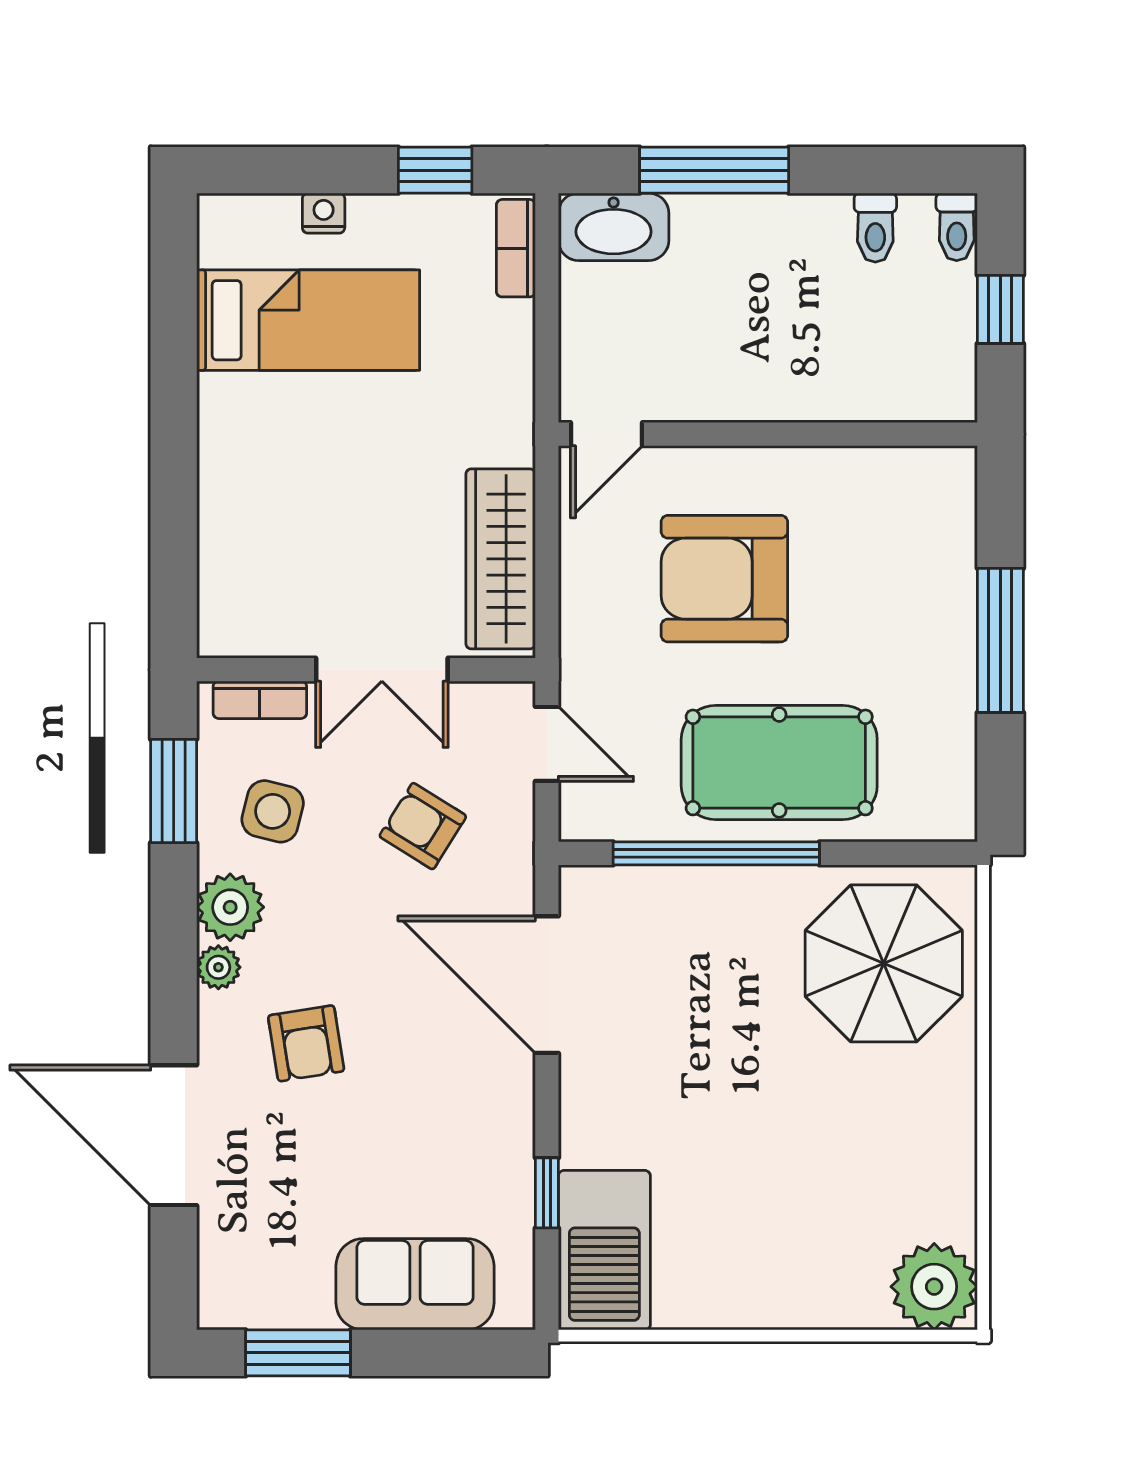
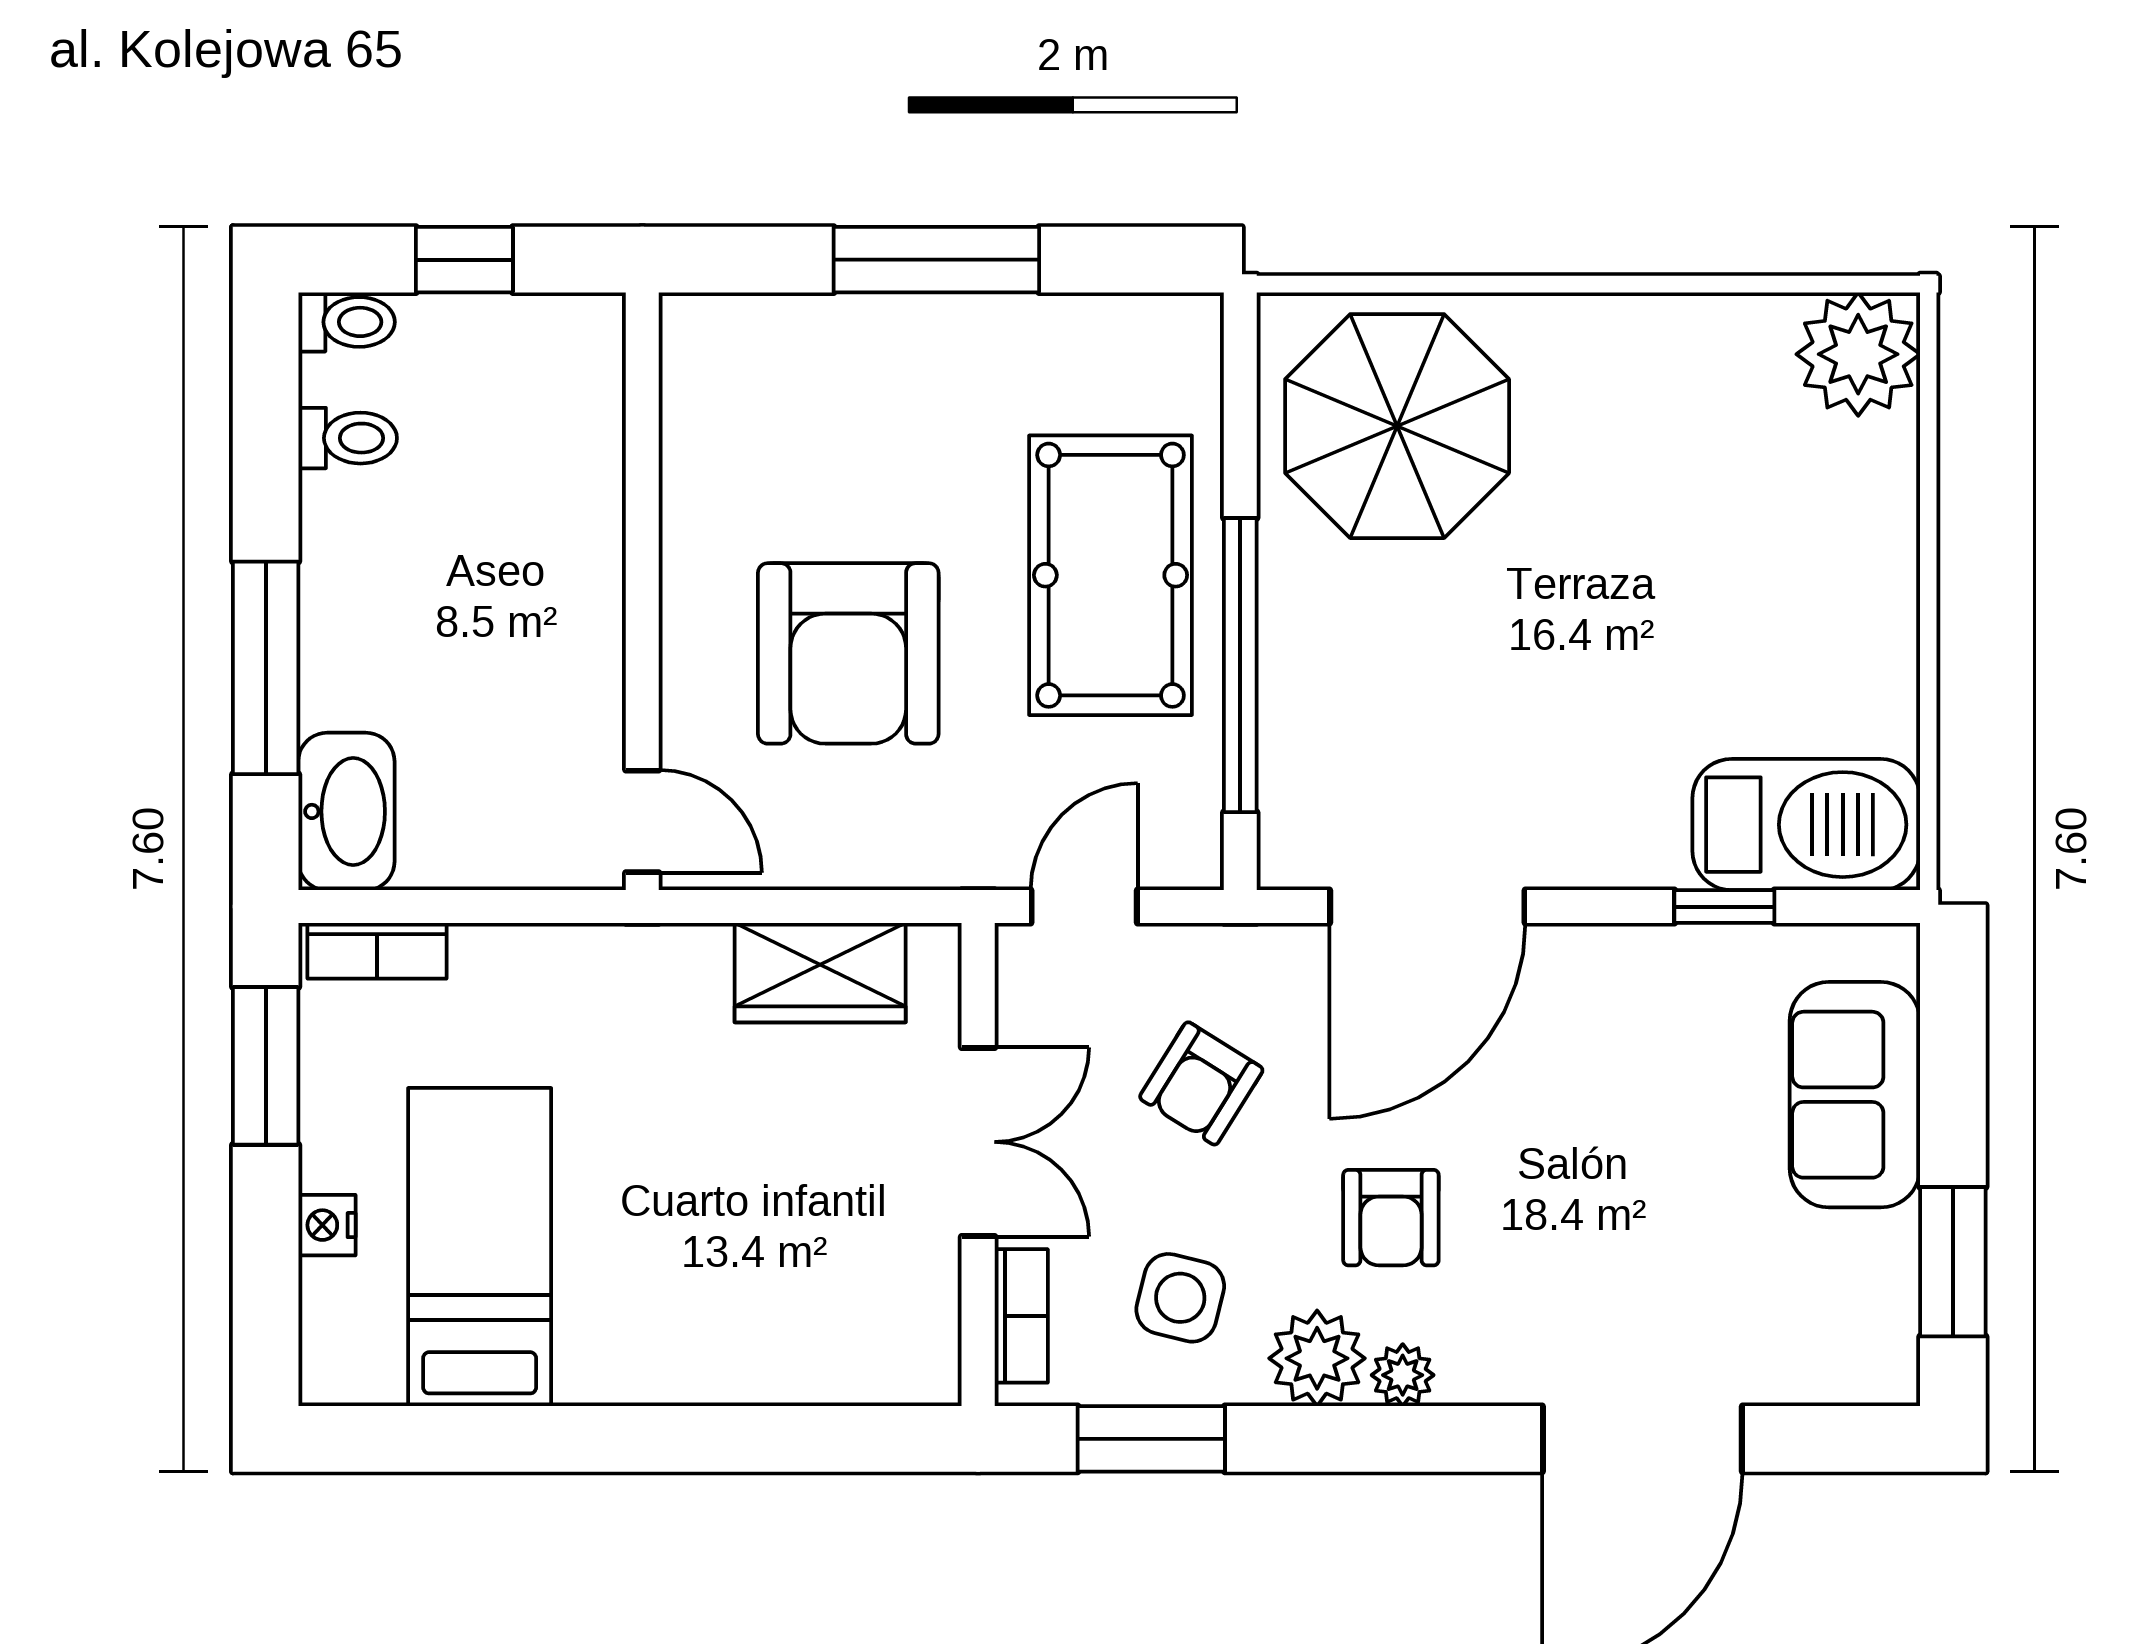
window: (435, 170) -> (266, 1066), width x1.50
wardrobe: (501, 559) -> (820, 973), width x0.67
armchair: (306, 1043) -> (1391, 1218), moved, turned 99

